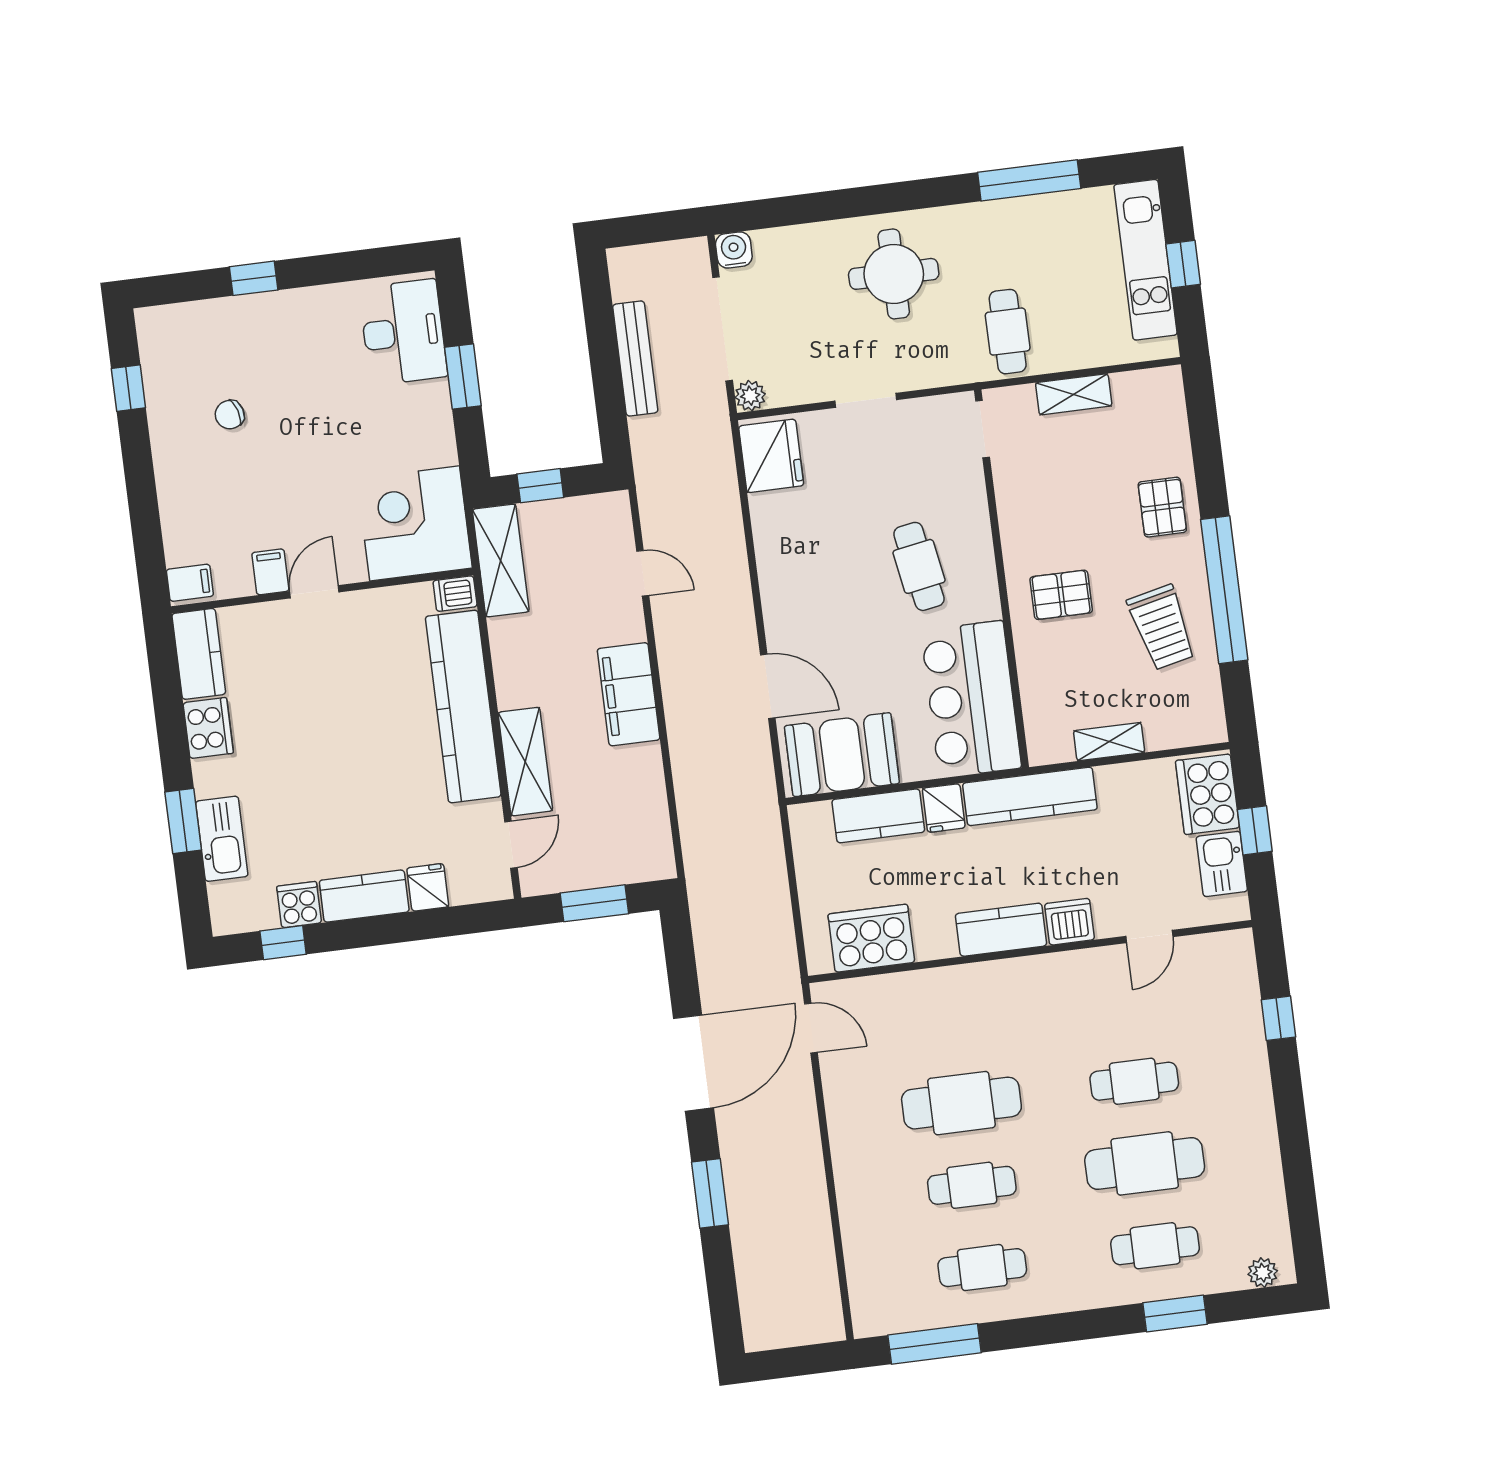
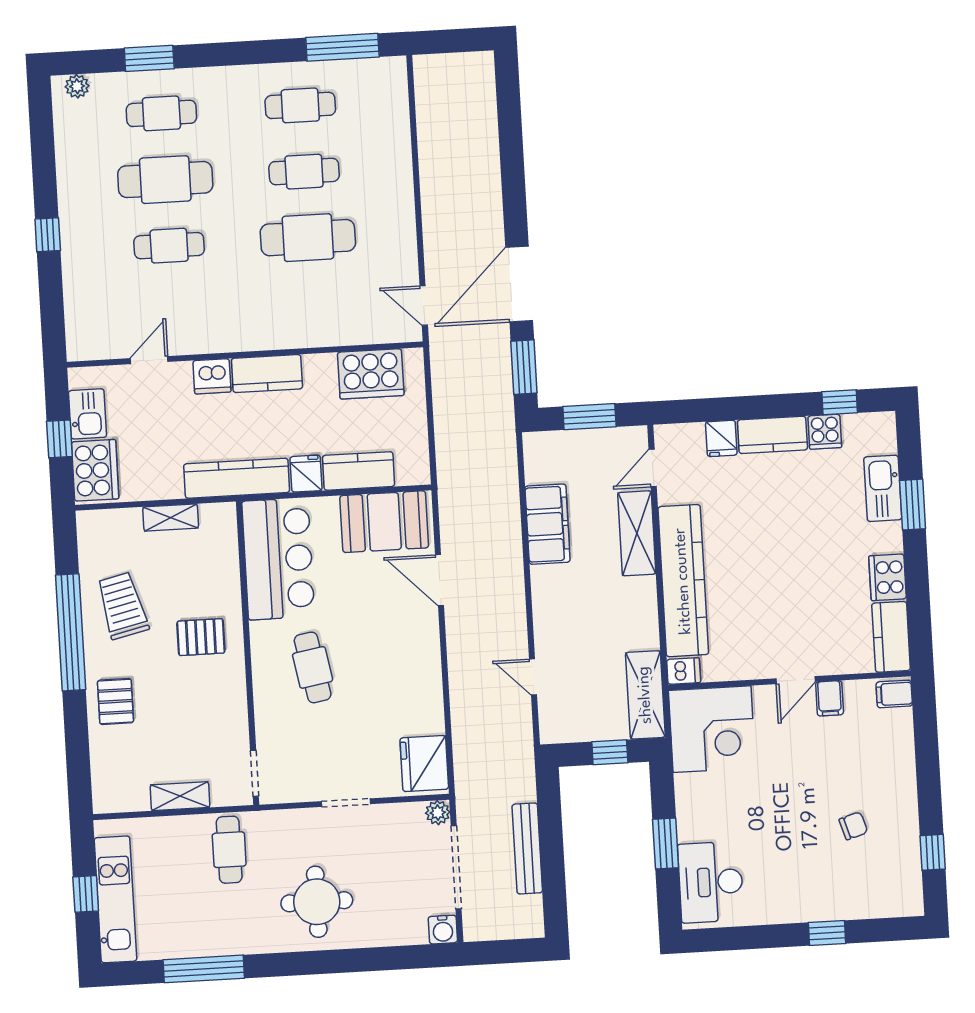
filing cabinet: (629, 694) -> (548, 524), moved
window: (1278, 1018) -> (48, 235), moved
window: (710, 1193) -> (524, 367), moved

